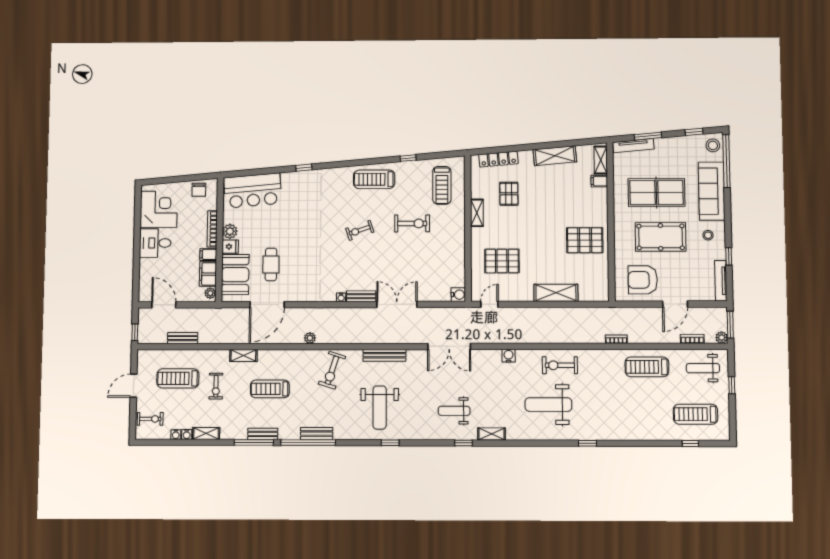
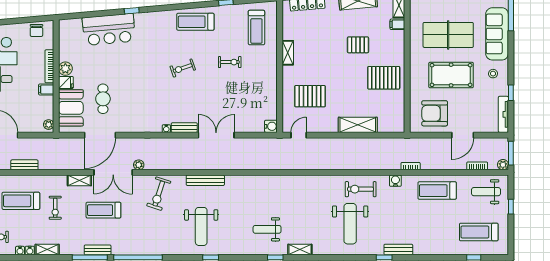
bar counter: (253, 191) -> (109, 29), moved
pallet: (509, 194) -> (358, 45), moved, turned 90
exercise bike: (412, 223) -> (230, 62), width x0.73, depth x0.72
filing cabinet: (208, 274) -> (46, 107), removed
double door: (449, 346) -> (113, 172), moved
water cooler: (509, 356) -> (395, 181), moved
weight bench: (548, 405) -> (350, 224), turned -90
bench: (317, 434) -> (398, 249), moved

